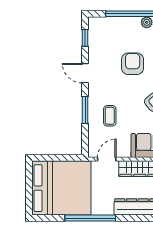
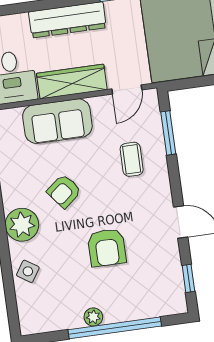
window: (85, 110) -> (168, 133), moved

